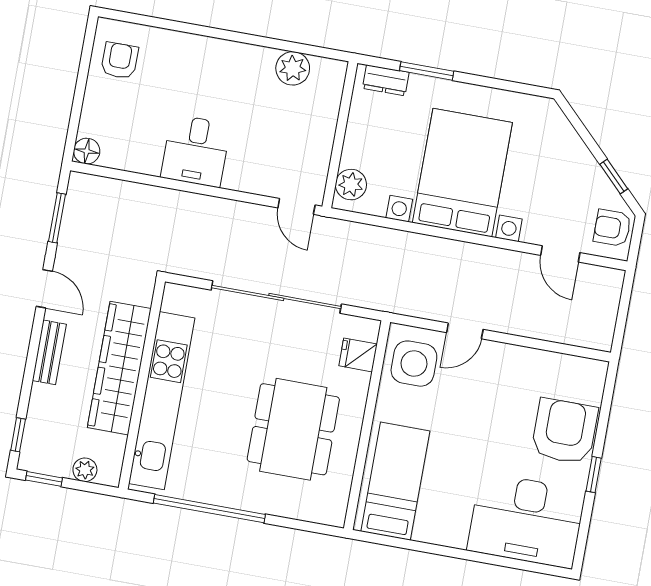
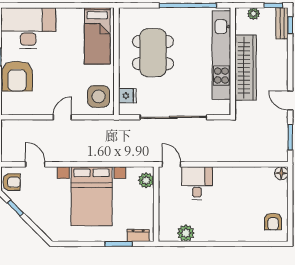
desk: (196, 151) -> (197, 183), moved
door: (465, 331) -> (62, 117), moved
bench: (49, 352) -> (282, 23), moved

